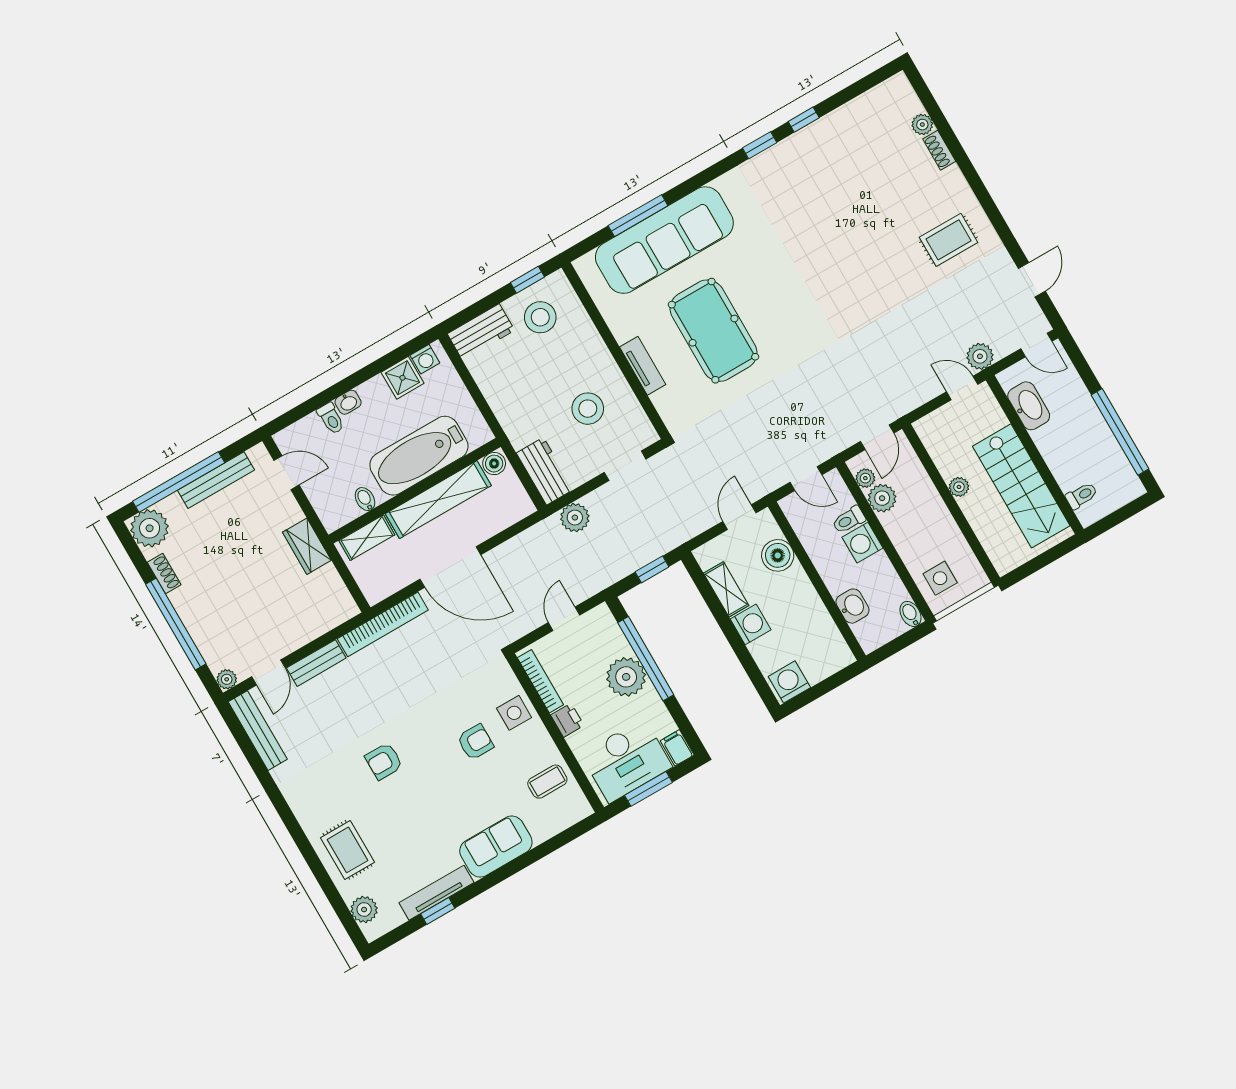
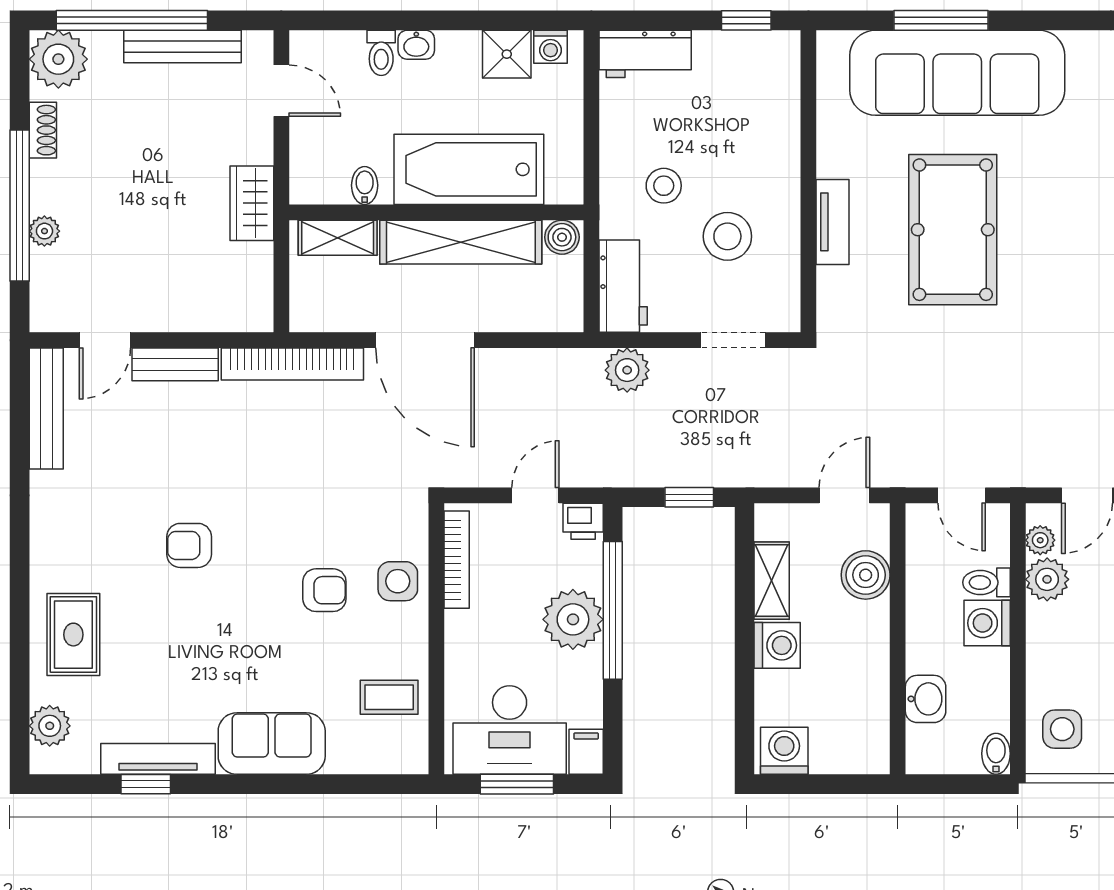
stool: (540, 317) -> (664, 186), moved, width x0.73, depth x0.73
plant: (227, 679) -> (44, 231), moved
printer: (567, 720) -> (583, 521), moved, turned 90

